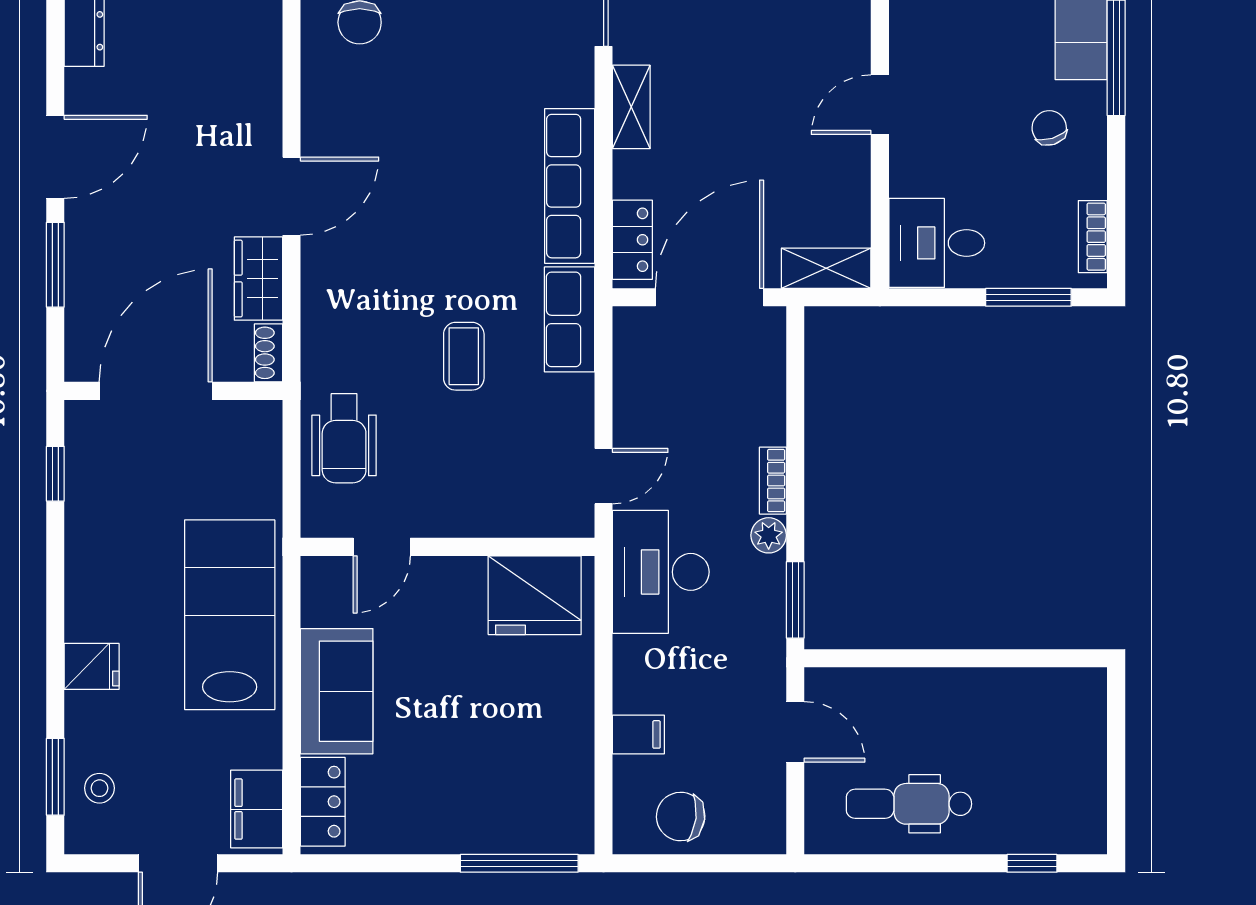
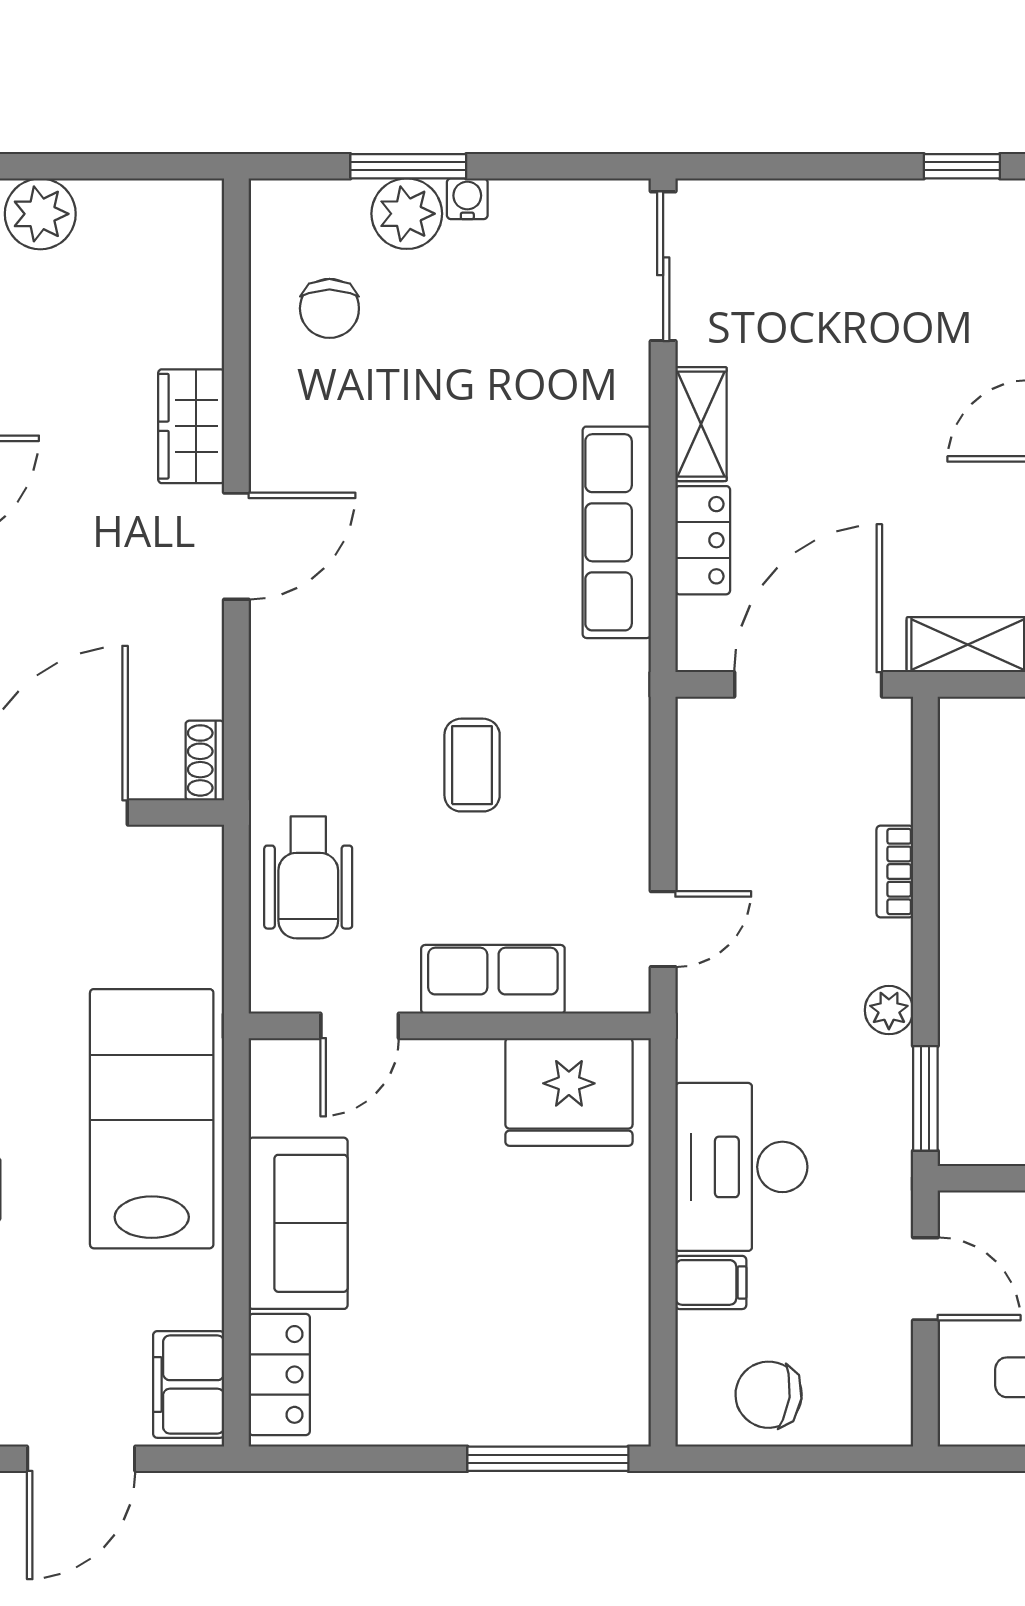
locker: (632, 240) -> (703, 540), moved
wardrobe: (258, 279) -> (191, 426), moved
row of seats: (570, 319) -> (493, 979), moved, turned 90
bookcase: (773, 481) -> (895, 872), moved
desk: (661, 572) -> (741, 1167), moved

